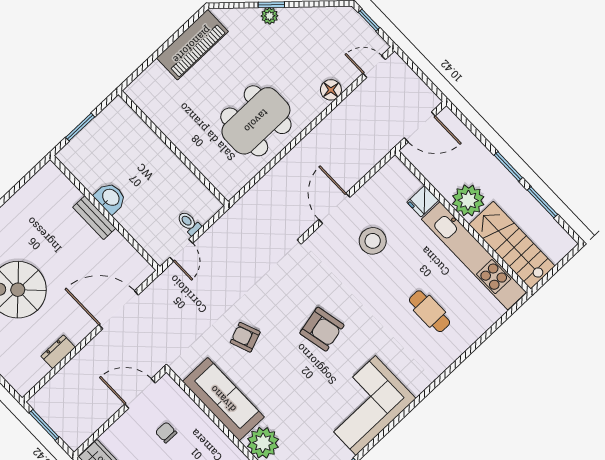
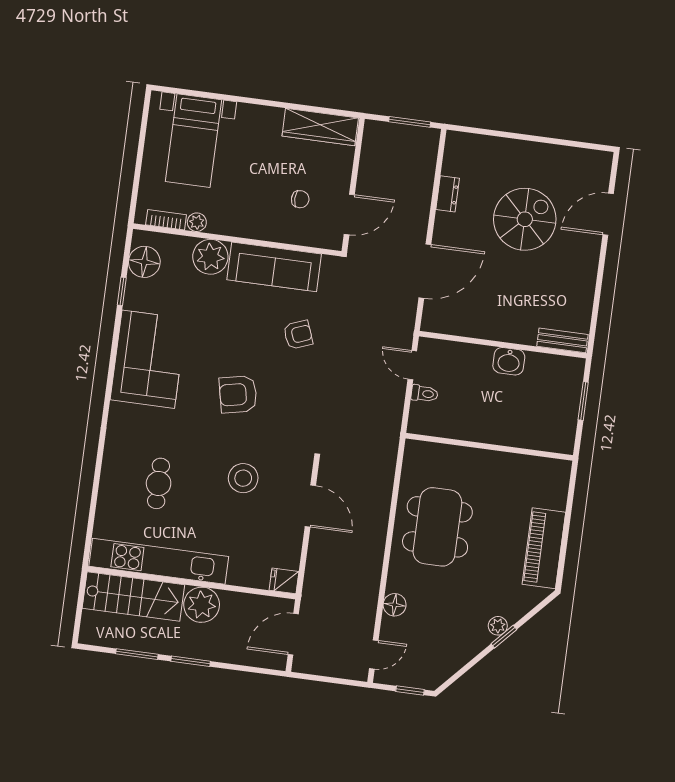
fridge: (423, 201) -> (284, 581), moved, turned -90
bench: (94, 218) -> (562, 340), moved
stool: (373, 241) -> (243, 478), moved
cafe table: (429, 311) -> (159, 483), turned 90

